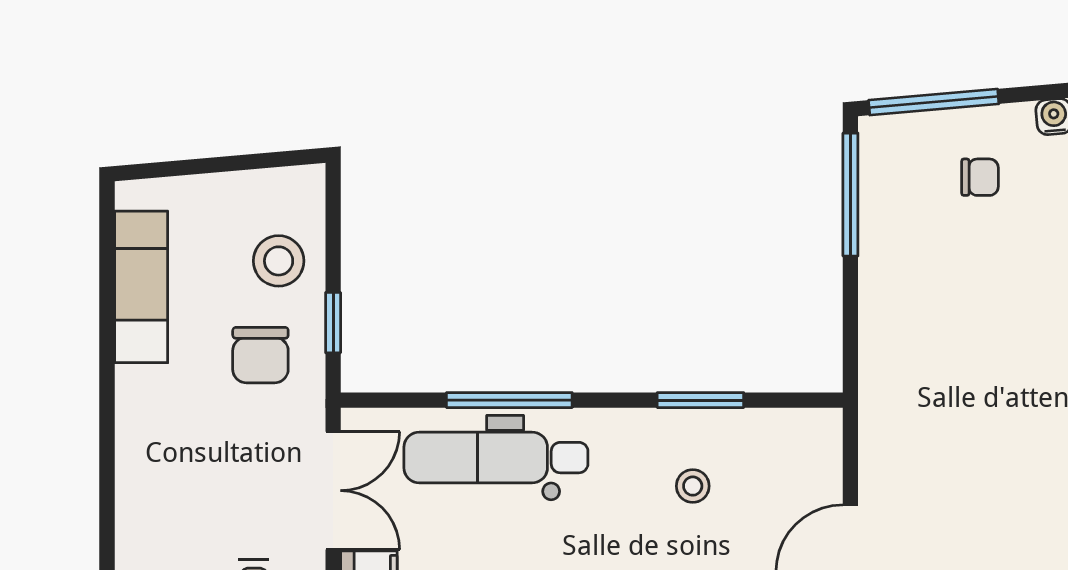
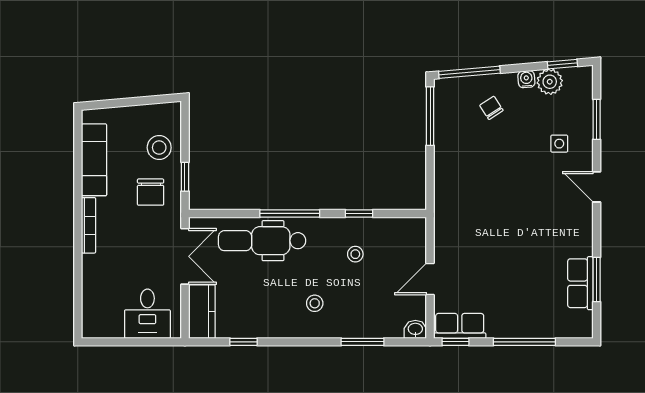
chair: (980, 177) -> (491, 108), turned -123
window: (509, 400) -> (290, 213), moved
window: (700, 400) -> (359, 213), width x0.67
bookcase: (129, 425) -> (89, 225), added

